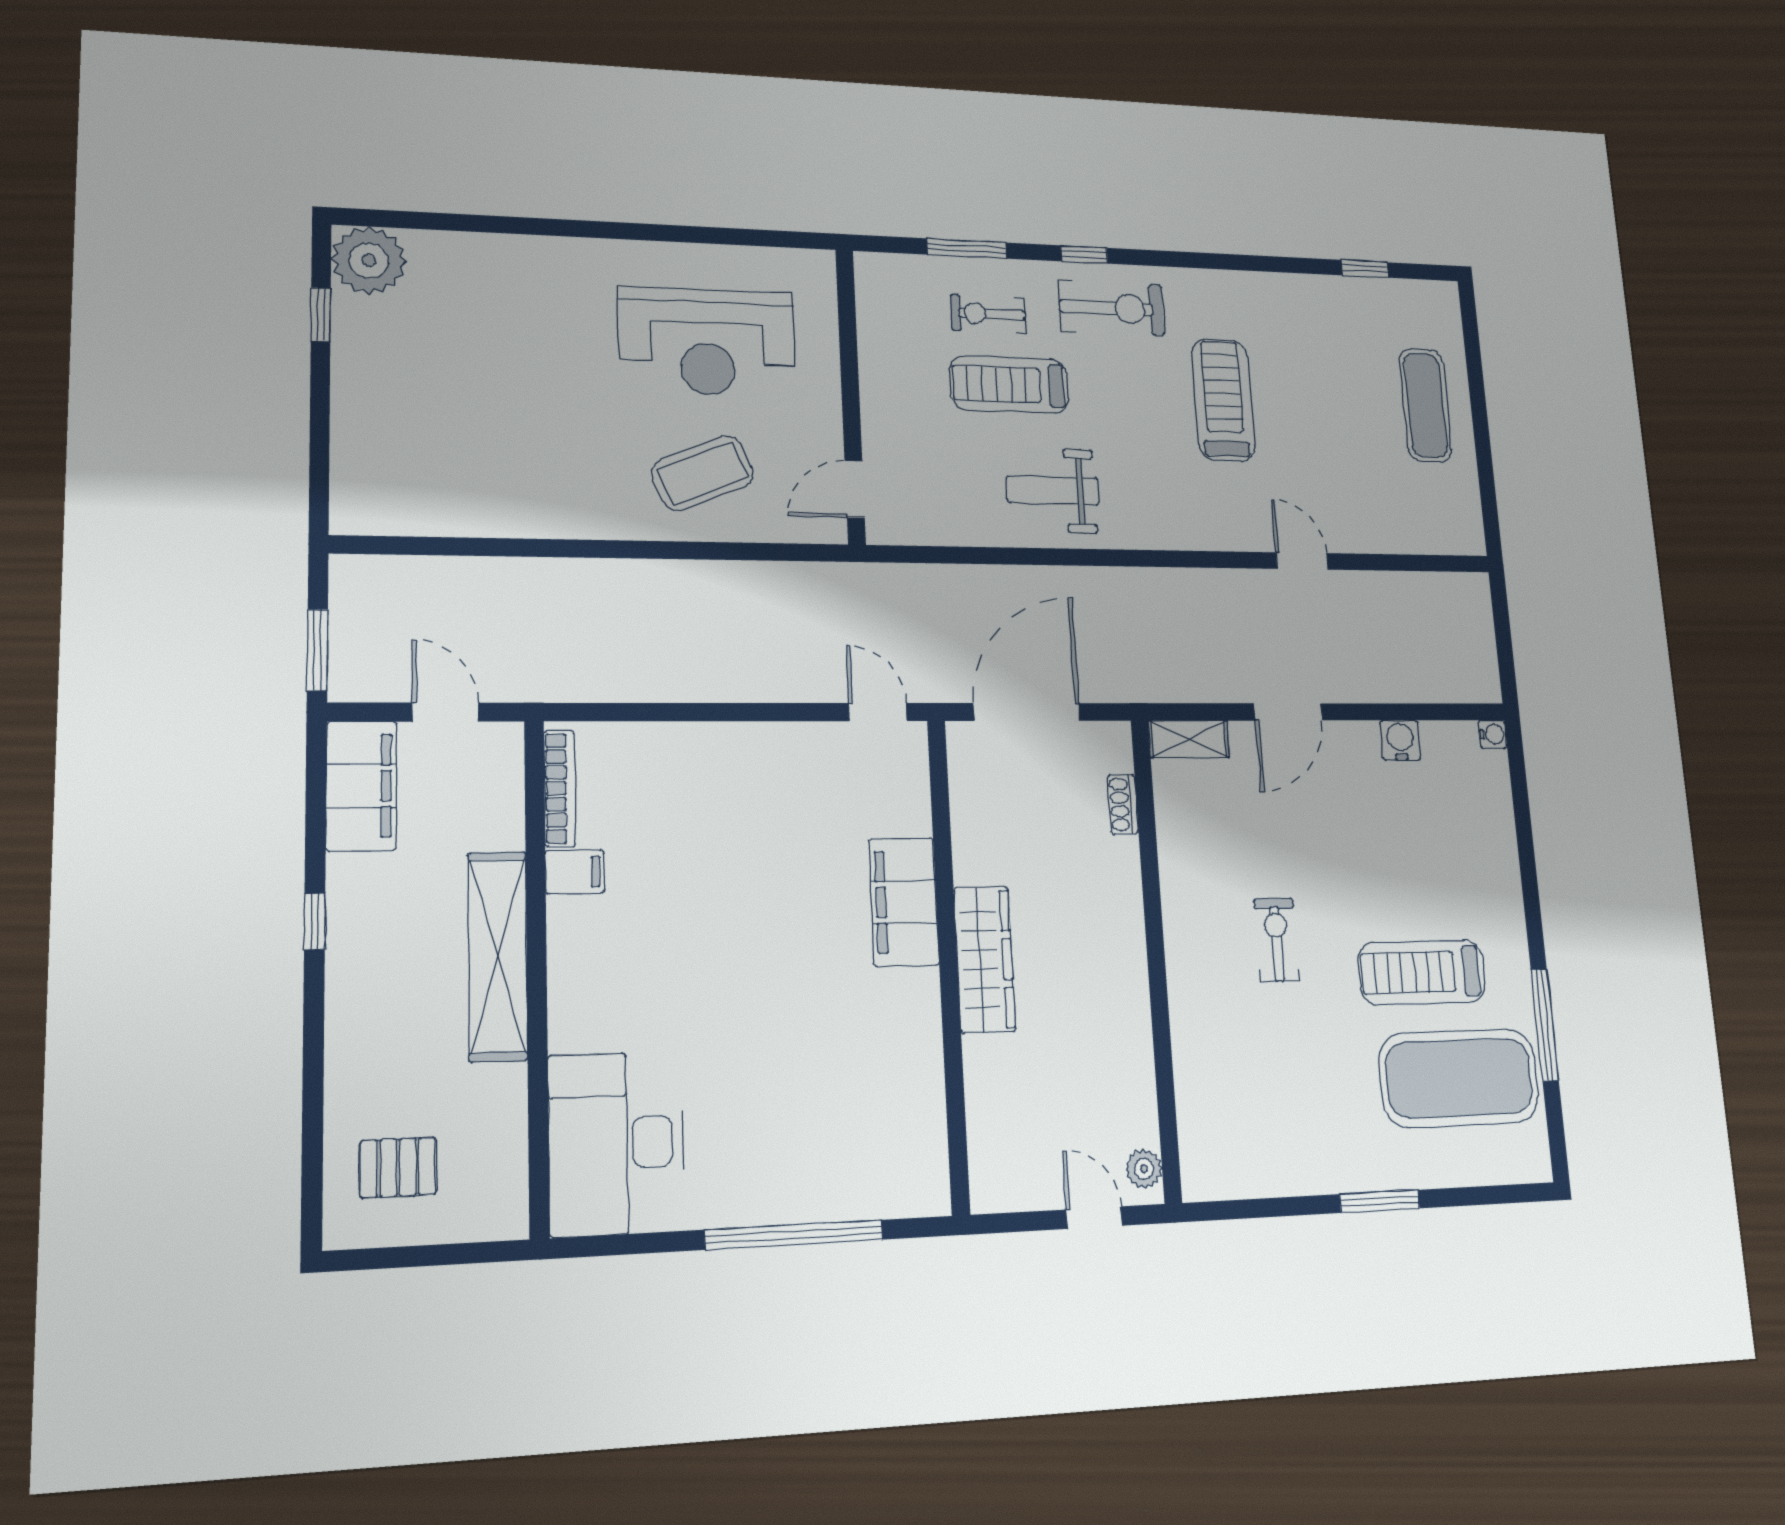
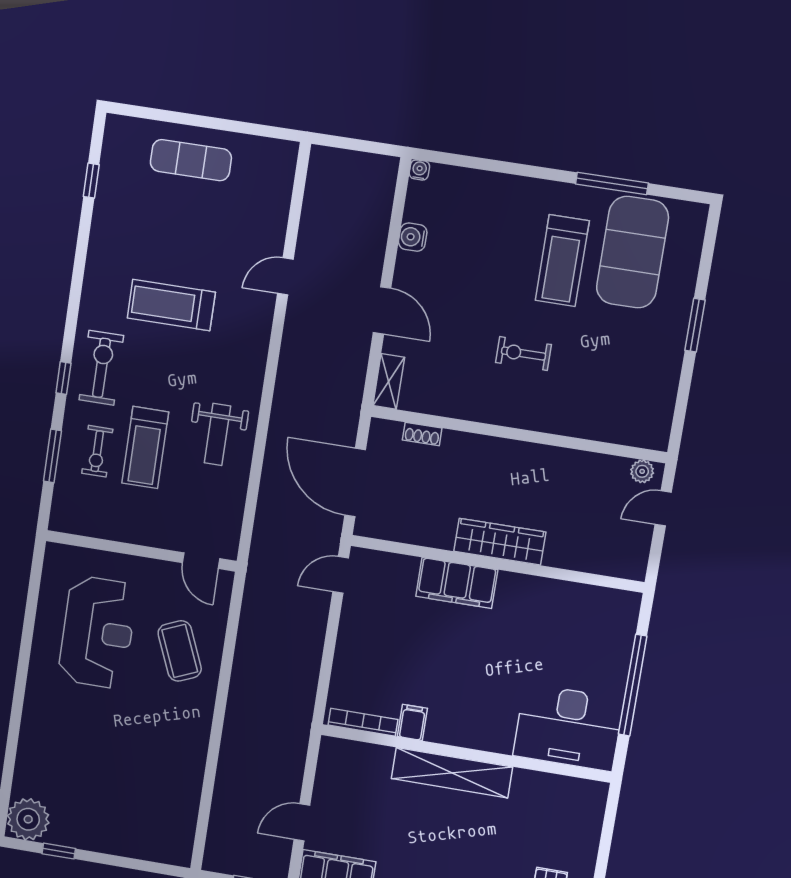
bookcase: (560, 788) -> (363, 722), moved
filing cabinet: (575, 872) -> (412, 722), moved
shelving: (498, 956) -> (452, 773), moved
wall: (537, 974) -> (466, 754), moved
desk: (616, 1143) -> (568, 727), moved

